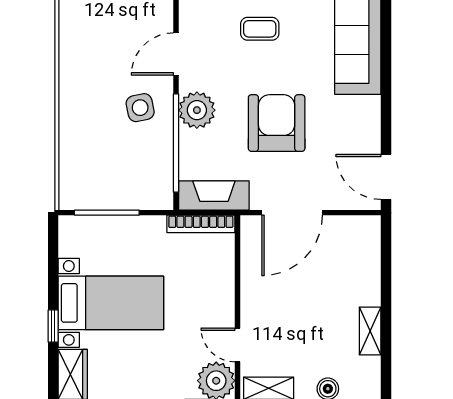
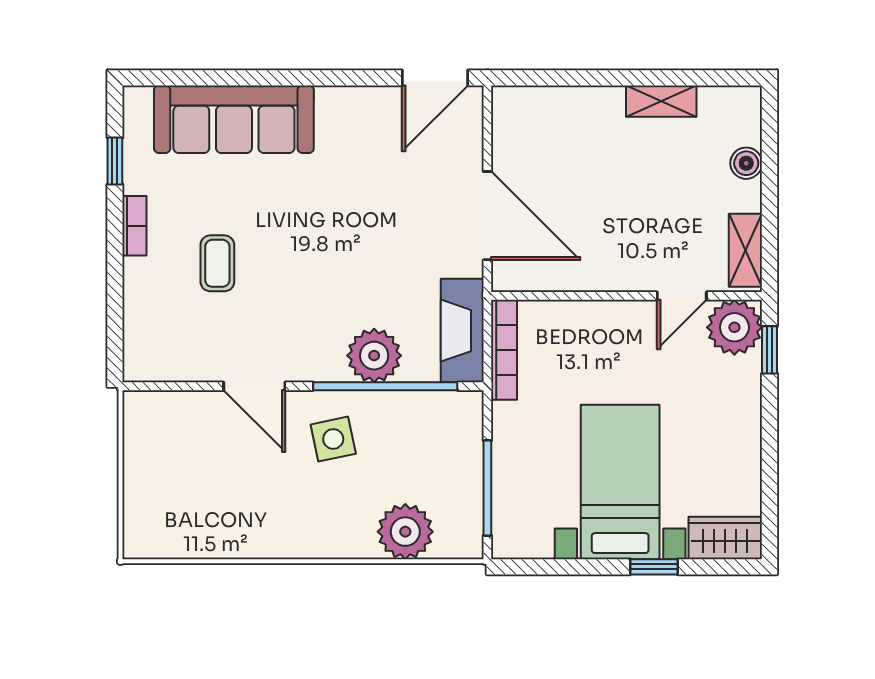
plant: (197, 110) -> (374, 356), moved
armchair: (277, 123) -> (356, 239), removed
plant: (77, 157) -> (405, 532), added

